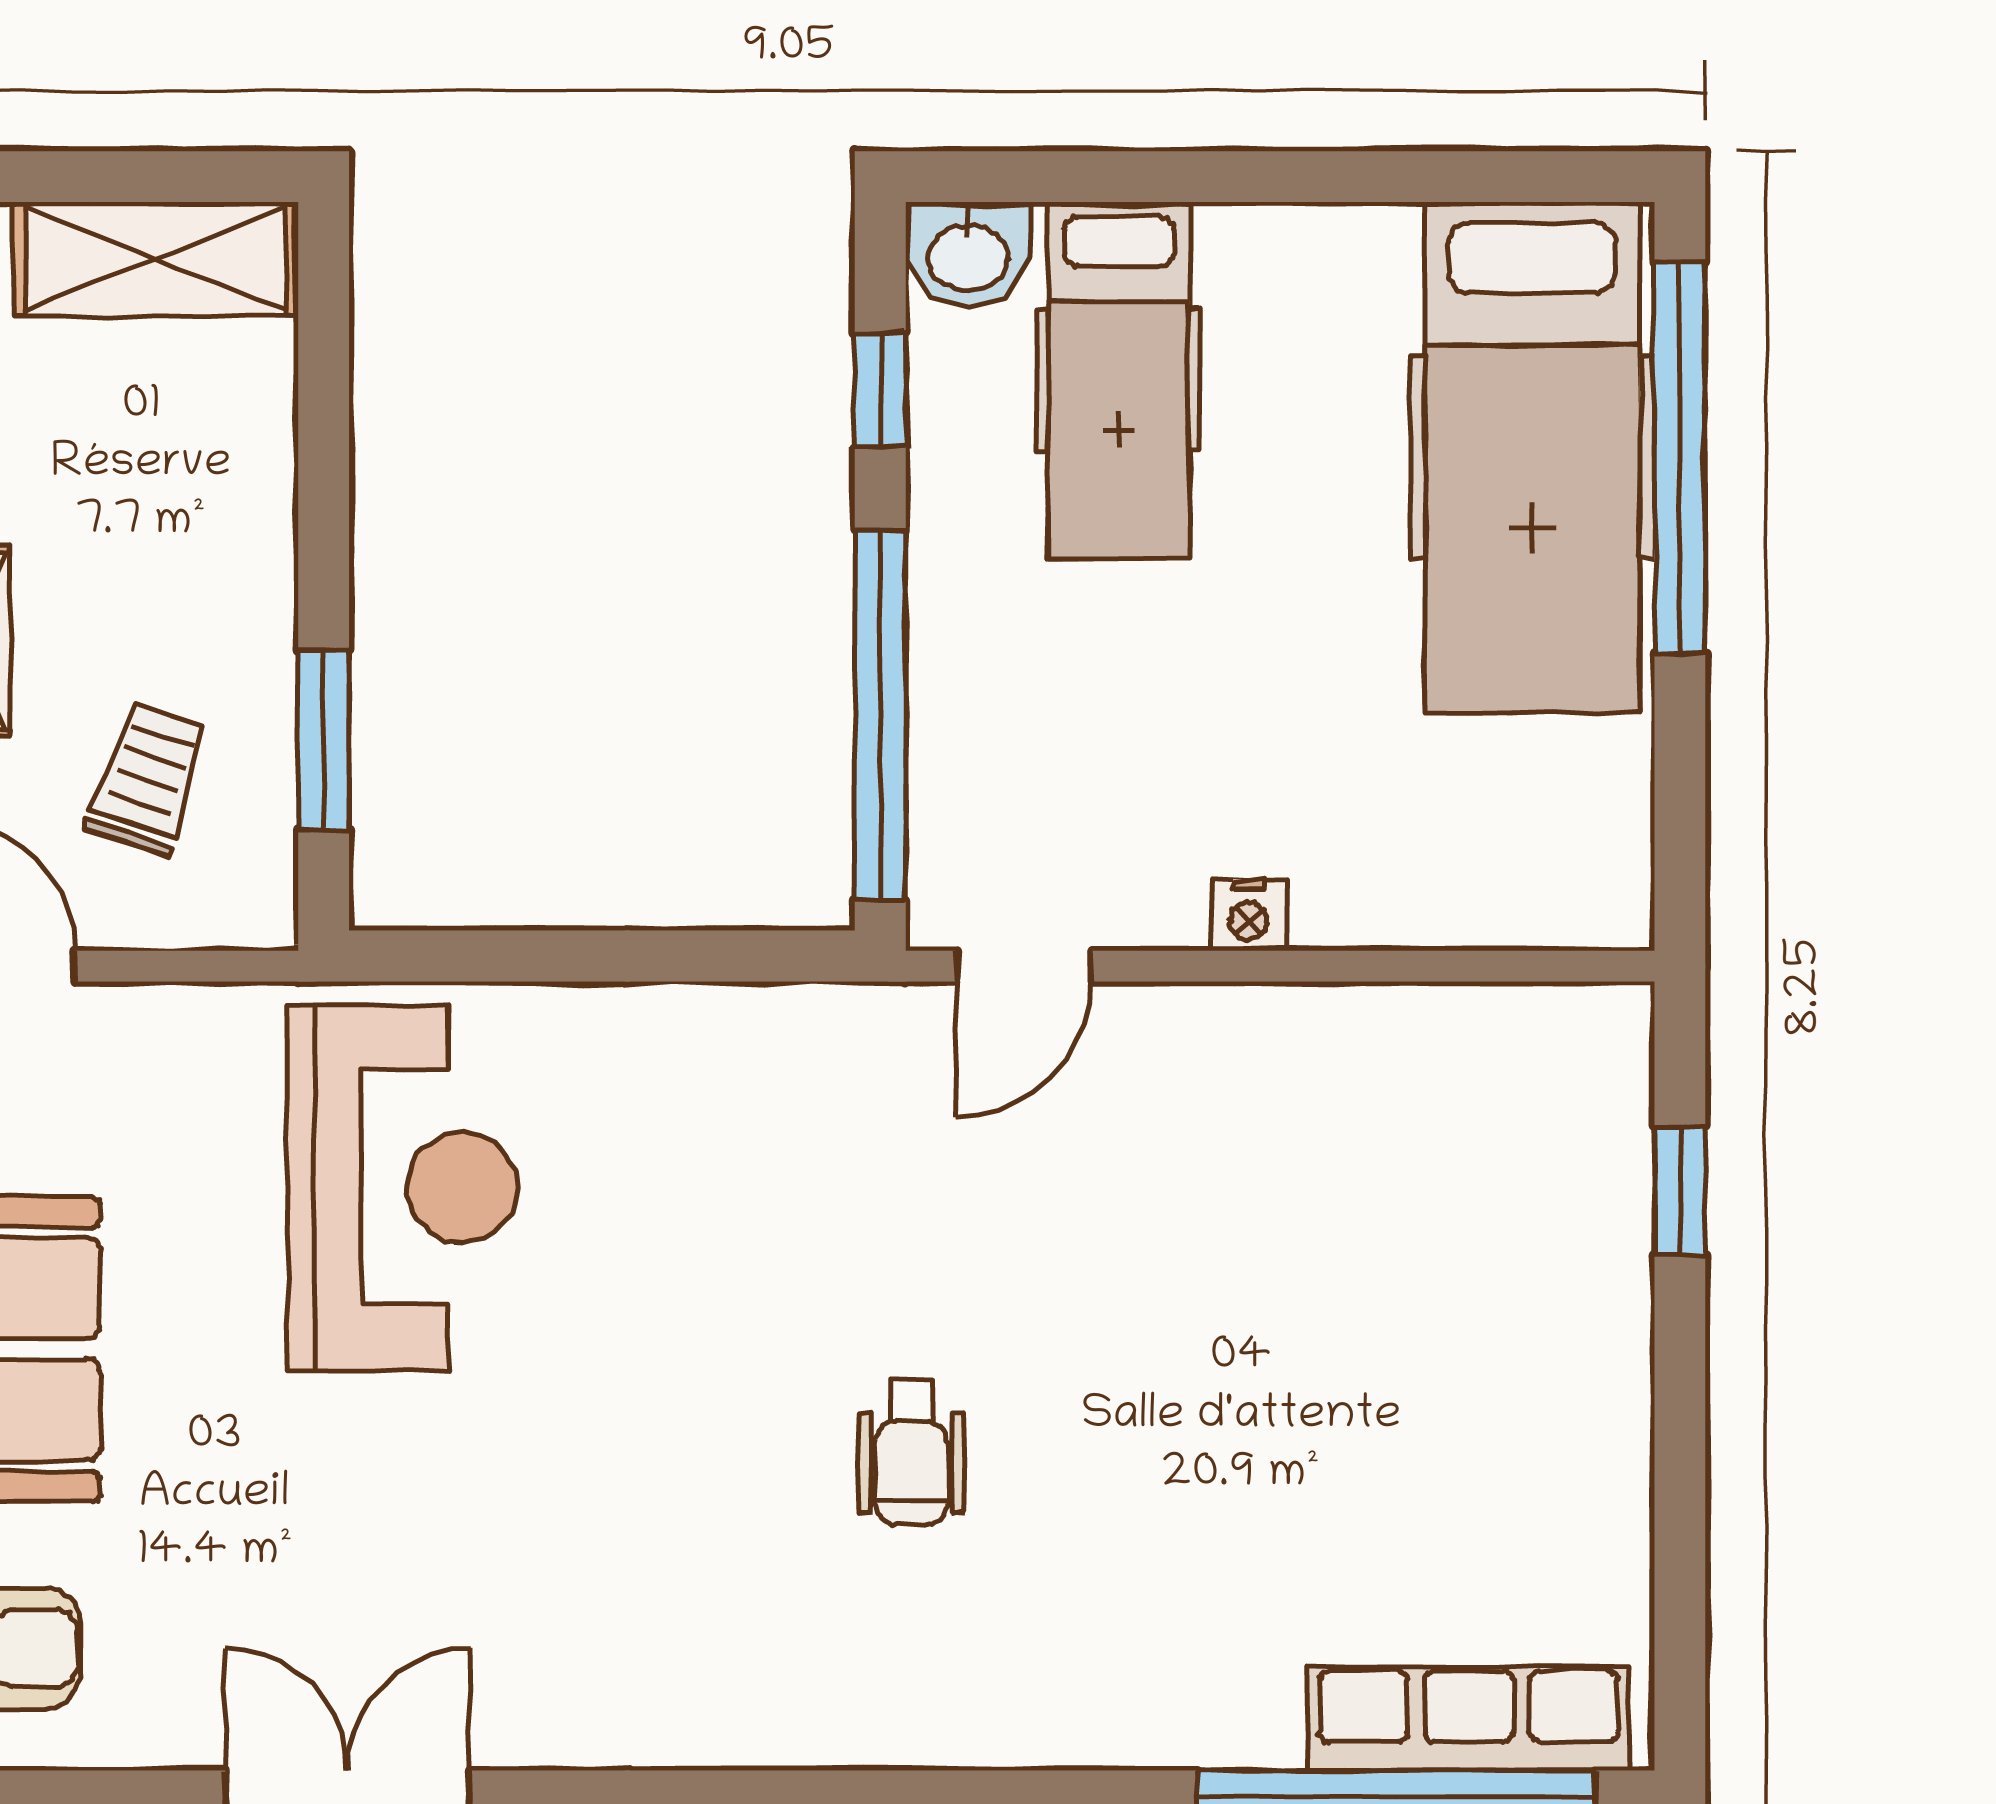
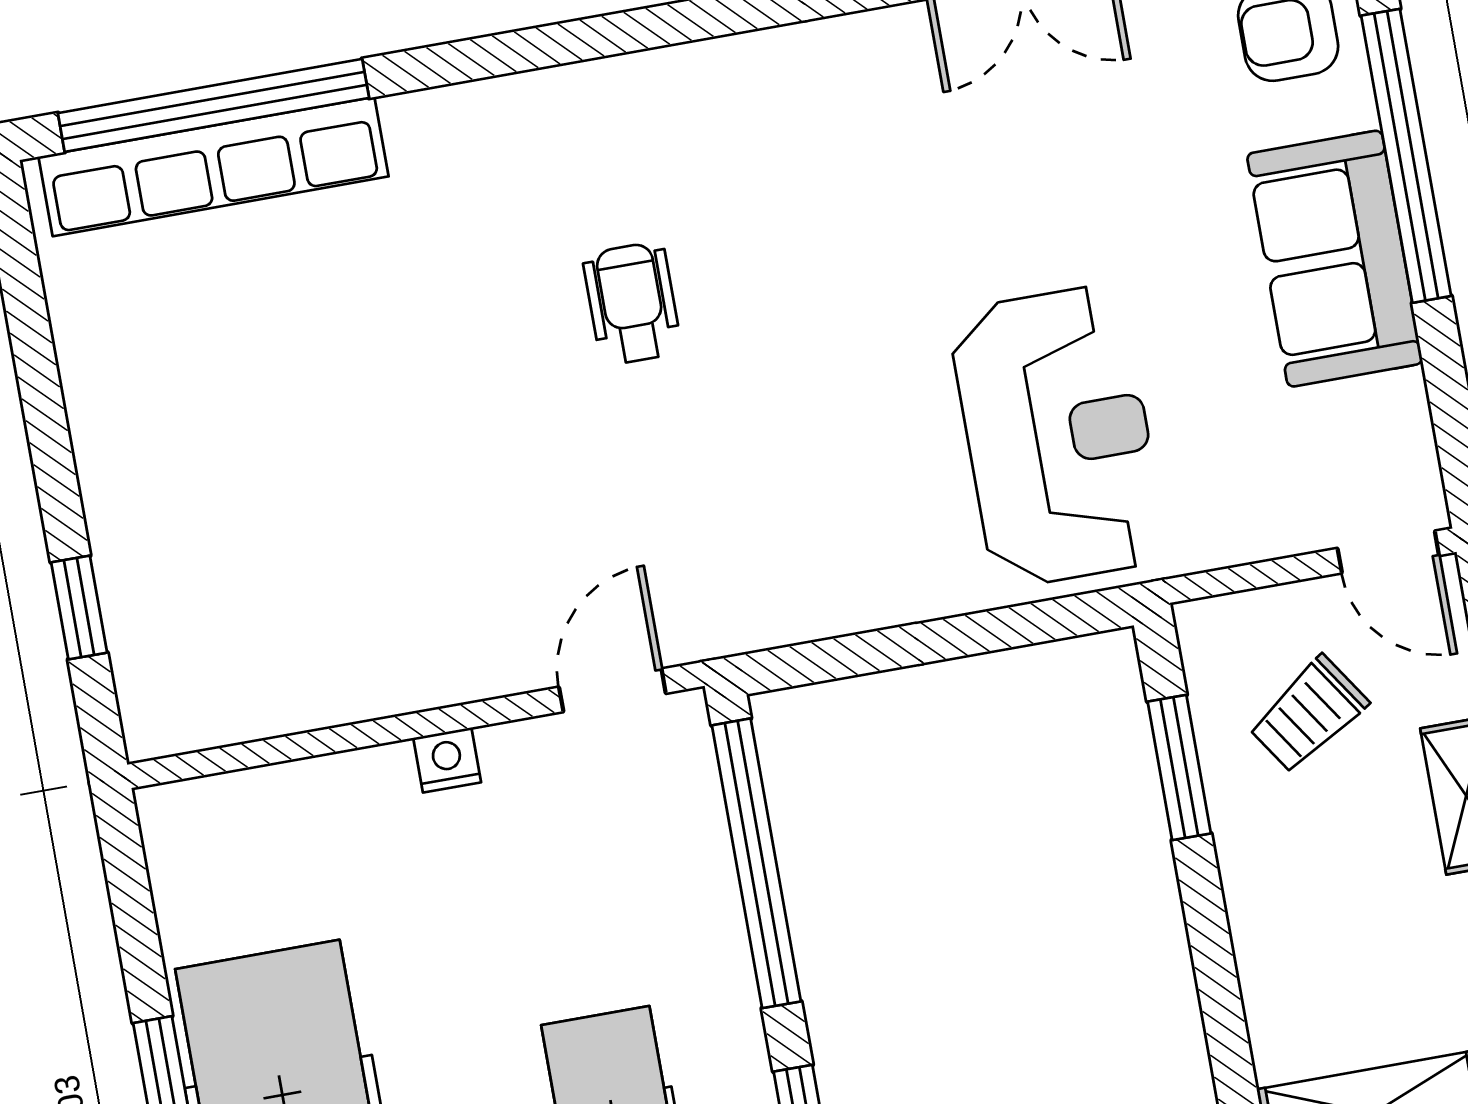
trolley: (148, 778) -> (1308, 714), turned 37
reception desk: (402, 1187) -> (1058, 436), turned 180
row of seats: (1469, 1719) -> (213, 167), width x1.36

